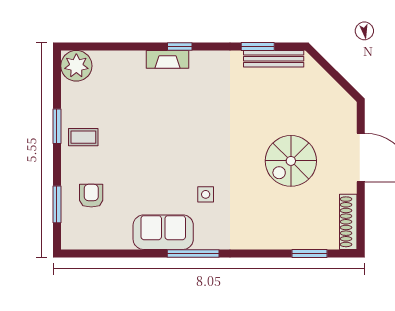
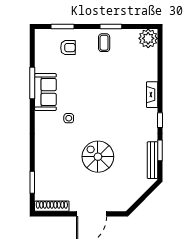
window: (180, 46) -> (160, 120), moved
spiral stairs: (291, 161) -> (98, 157), moved
window: (193, 253) -> (32, 83), moved

